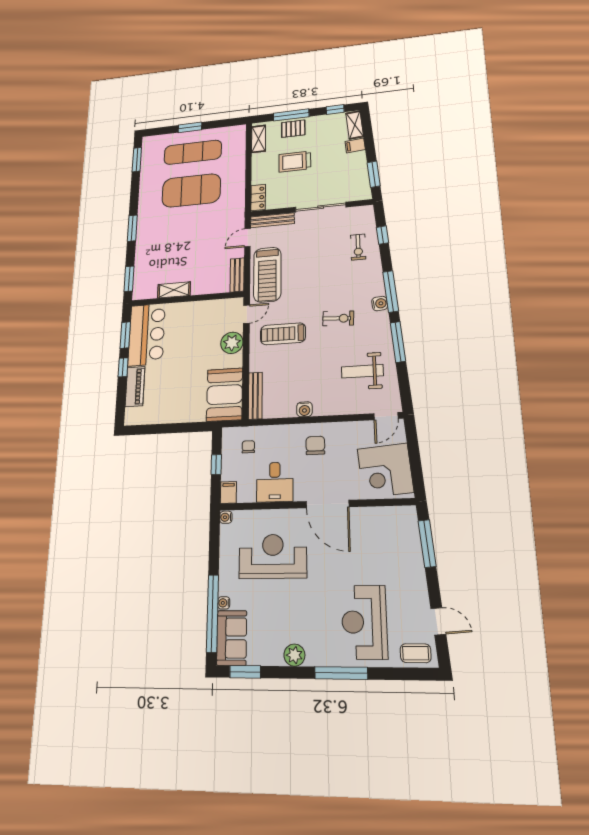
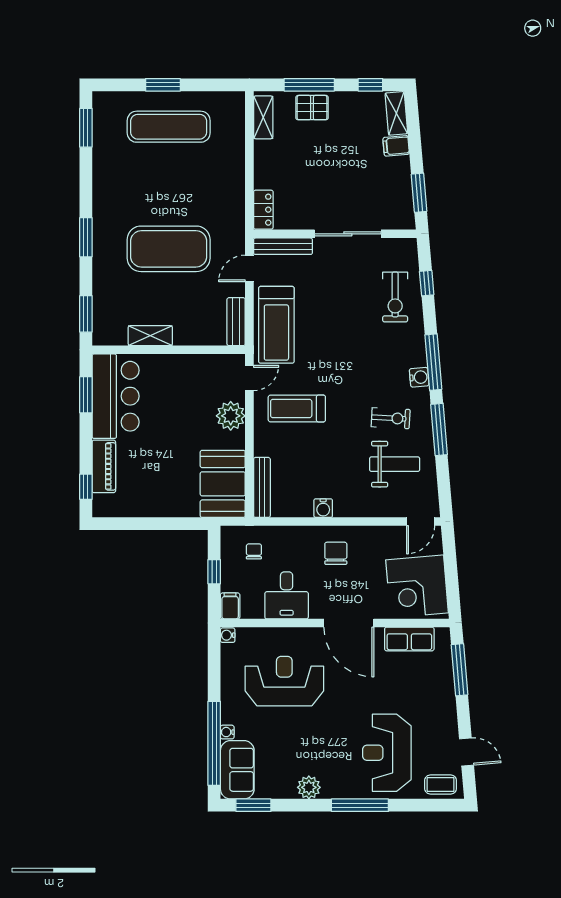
trolley: (295, 162) -> (314, 160), removed
exercise mat: (191, 190) -> (169, 249), moved
exercise bike: (358, 247) -> (395, 297), width x1.38, depth x1.39
exercise bike: (338, 318) -> (391, 418), moved
window: (123, 367) -> (86, 487), moved
weight bench: (362, 371) -> (395, 464), turned 180
row of seats: (381, 517) -> (409, 639), added

